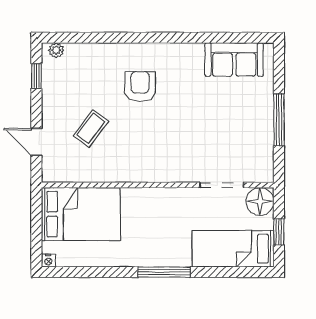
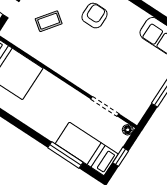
floor lamp: (260, 201) -> (128, 130), width x0.53, depth x0.53
window: (164, 272) -> (65, 155), moved

